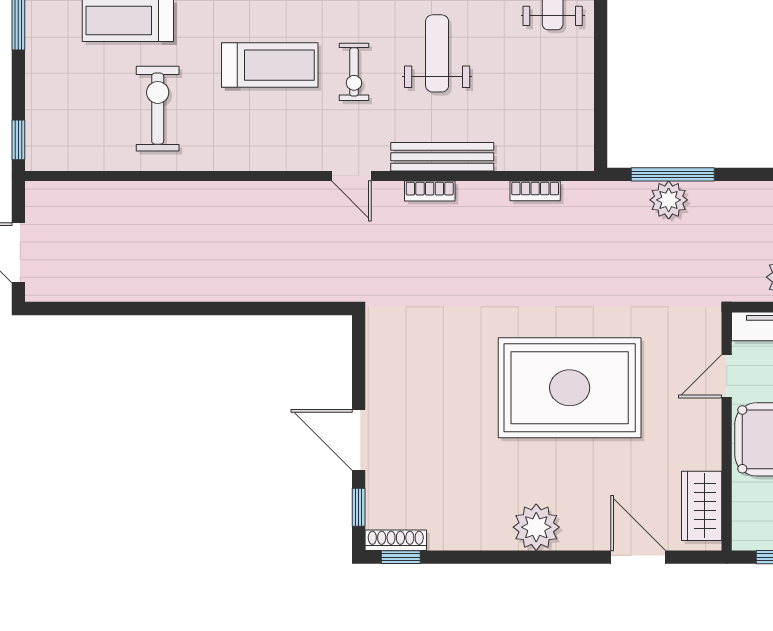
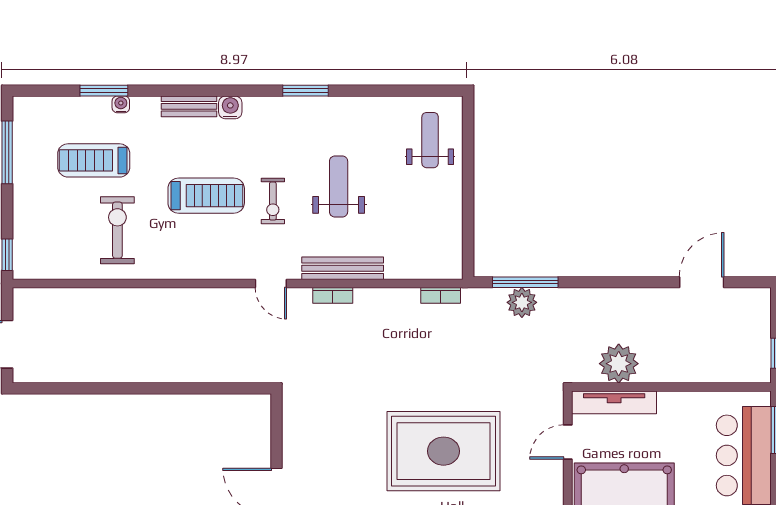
bookcase: (535, 191) -> (441, 295), moved

